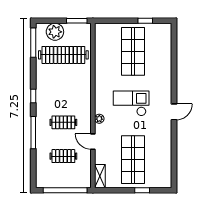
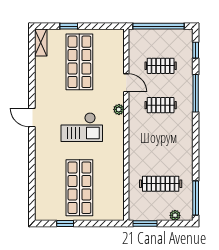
plant: (55, 32) -> (175, 215), width x0.53, depth x0.53
clothes rail: (63, 55) -> (161, 184), width x0.73, depth x0.76
window: (33, 96) -> (196, 50), moved
door: (174, 112) -> (32, 117), hinge flipped
shelving: (100, 176) -> (41, 43), moved

